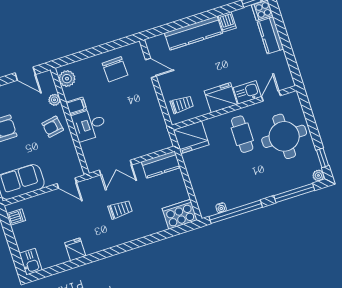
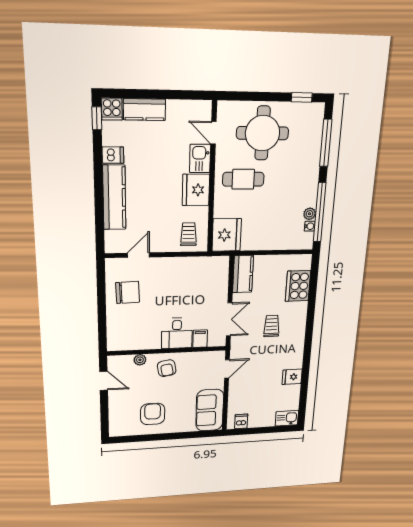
door: (25, 74) -> (104, 381), hinge flipped
plant: (67, 79) -> (122, 342), removed
filing cabinet: (76, 106) -> (200, 339), moved
plant: (318, 175) -> (310, 214), moved
cooker: (180, 214) -> (298, 286), moved

